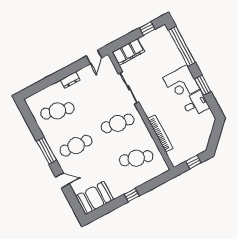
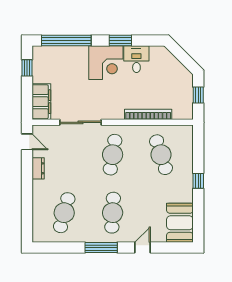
dresser: (70, 80) -> (38, 168), moved
cafe table: (136, 158) -> (161, 155), turned -36

